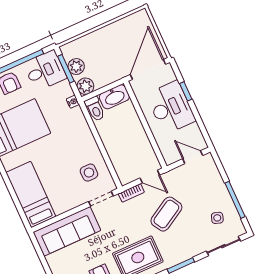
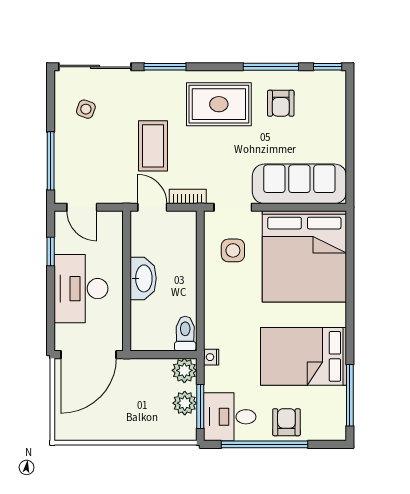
window: (186, 91) -> (51, 252), moved
washbasin: (114, 97) -> (143, 278), moved, turned 90
bed: (31, 194) -> (304, 256), width x2.04
window: (235, 200) -> (51, 161), moved
coffee table: (166, 214) -> (153, 146), turned -60
sliding door: (223, 246) -> (95, 67), width x1.37

